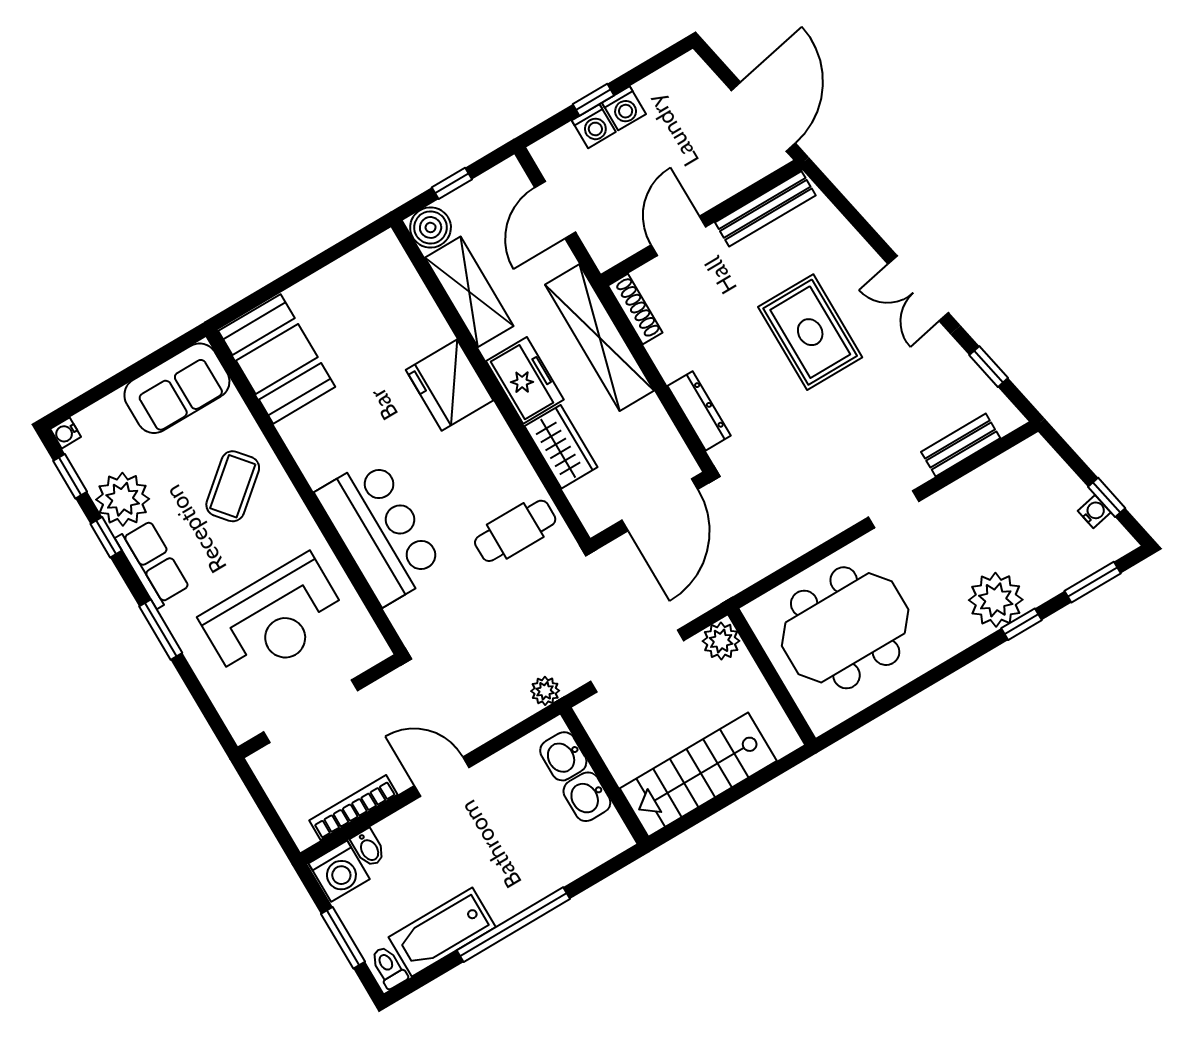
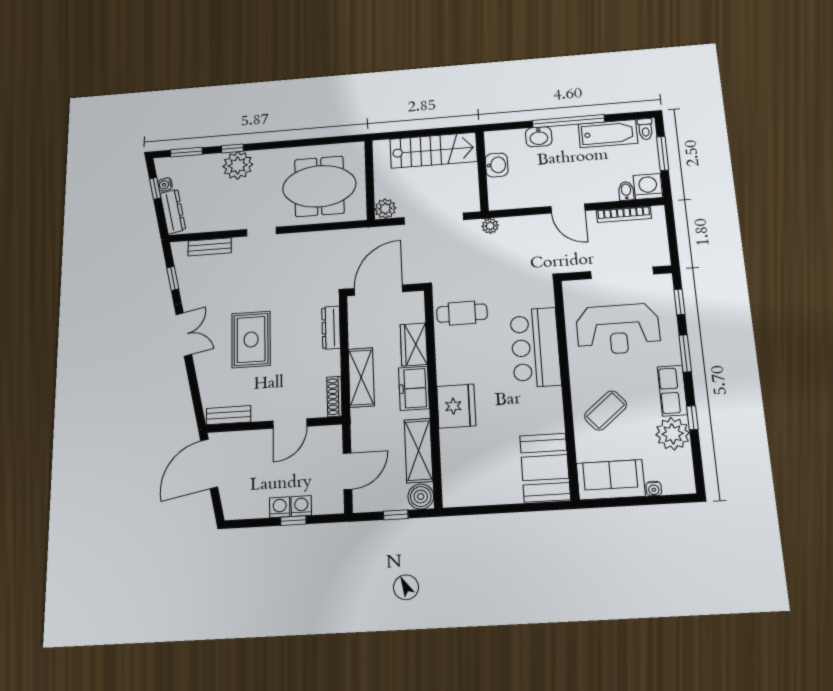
bench: (765, 209) -> (229, 415), width x0.73
shelving: (600, 338) -> (361, 377), width x0.68
water cooler: (66, 433) -> (654, 489), moved, turned 90
dresser: (1054, 473) -> (173, 211), added
window: (70, 476) -> (679, 302), moved
reception desk: (274, 619) -> (618, 329), turned 180
washbasin: (563, 756) -> (539, 137), moved, turned 90

